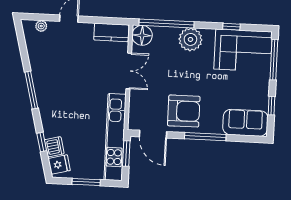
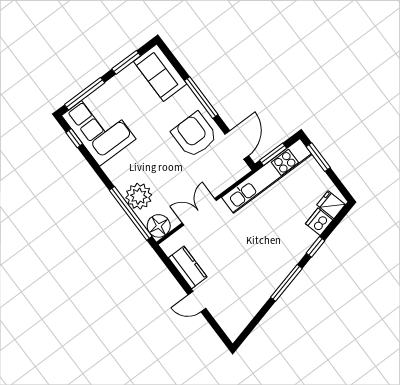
plant: (41, 26) -> (223, 321), removed
window: (231, 27) -> (74, 138), moved
kitchen counter: (111, 32) -> (188, 267), moved
plant: (190, 39) -> (139, 196), moved
window: (272, 106) -> (126, 62), width x1.50
window: (42, 142) -> (316, 247), moved
window: (86, 182) -> (318, 157), moved

